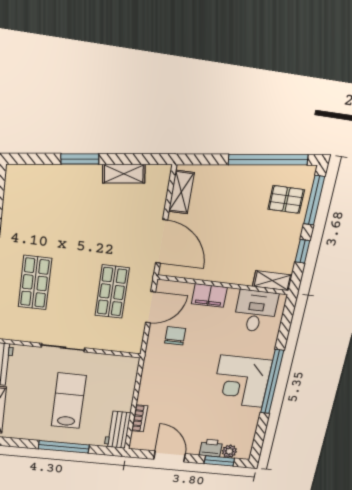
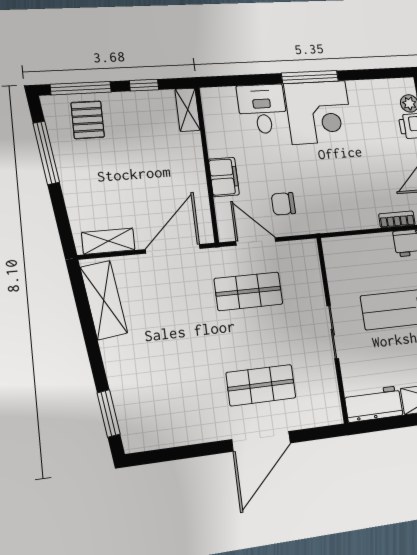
window: (80, 159) -> (109, 413), moved
window: (268, 160) -> (46, 153), width x0.68
shelving: (124, 174) -> (104, 300), width x1.50, depth x1.33
desk: (256, 311) -> (262, 109), moved, turned 90
window: (272, 382) -> (310, 77), width x0.68

